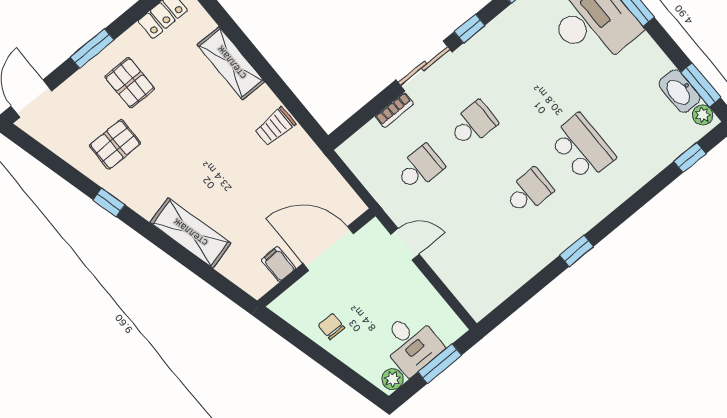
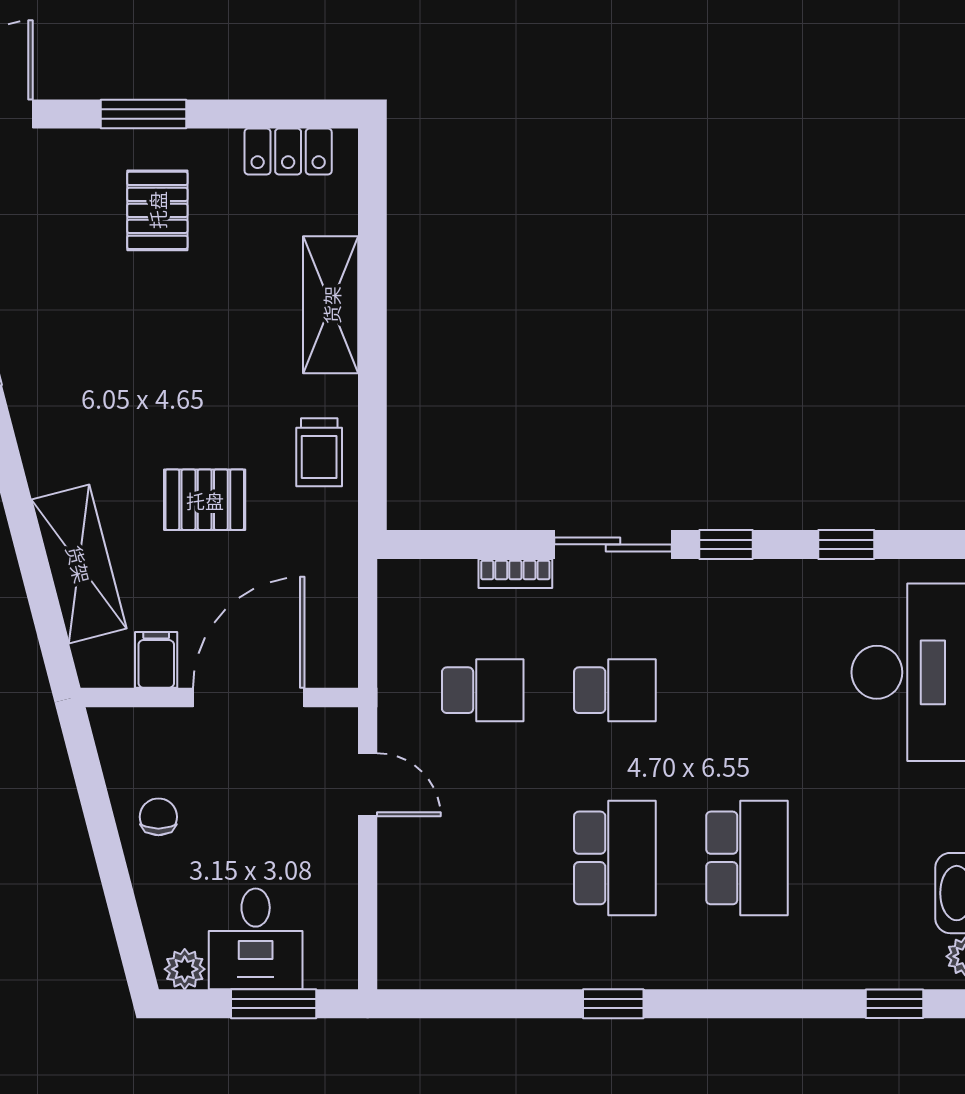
trolley: (275, 126) -> (319, 452), turned -90
pallet: (115, 144) -> (205, 500), moved
school desk: (529, 192) -> (615, 858), width x1.85
shelving: (190, 233) -> (79, 564), moved
door: (328, 249) -> (249, 698), hinge flipped

